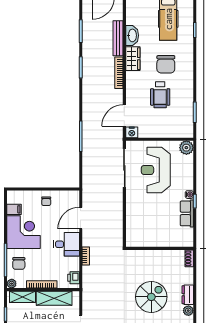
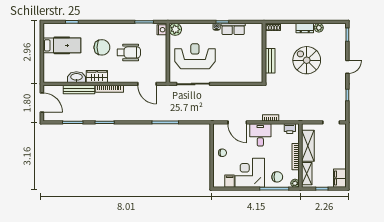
nightstand: (132, 132) -> (162, 30), moved
reception desk: (156, 170) -> (195, 56), turned 180
bench: (151, 255) -> (270, 61), added

